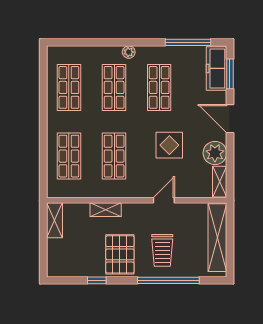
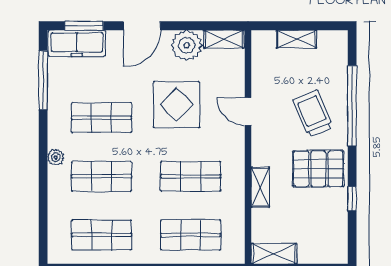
display table: (169, 145) -> (176, 105), width x1.36, depth x1.36
shelving: (217, 238) -> (297, 39), width x0.45, depth x0.75
trolley: (162, 250) -> (313, 114), turned -113

